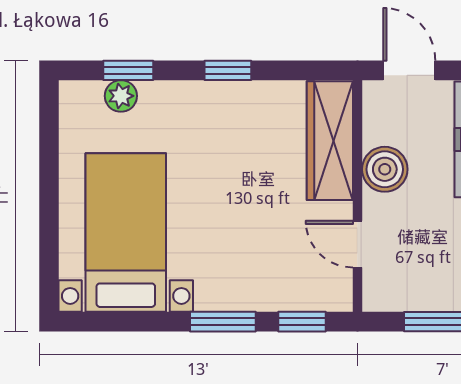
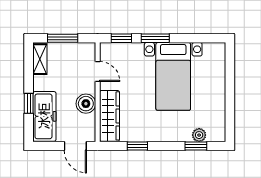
window: (228, 70) -> (137, 146), moved
bed with nightstands: (126, 233) -> (173, 76), moved

